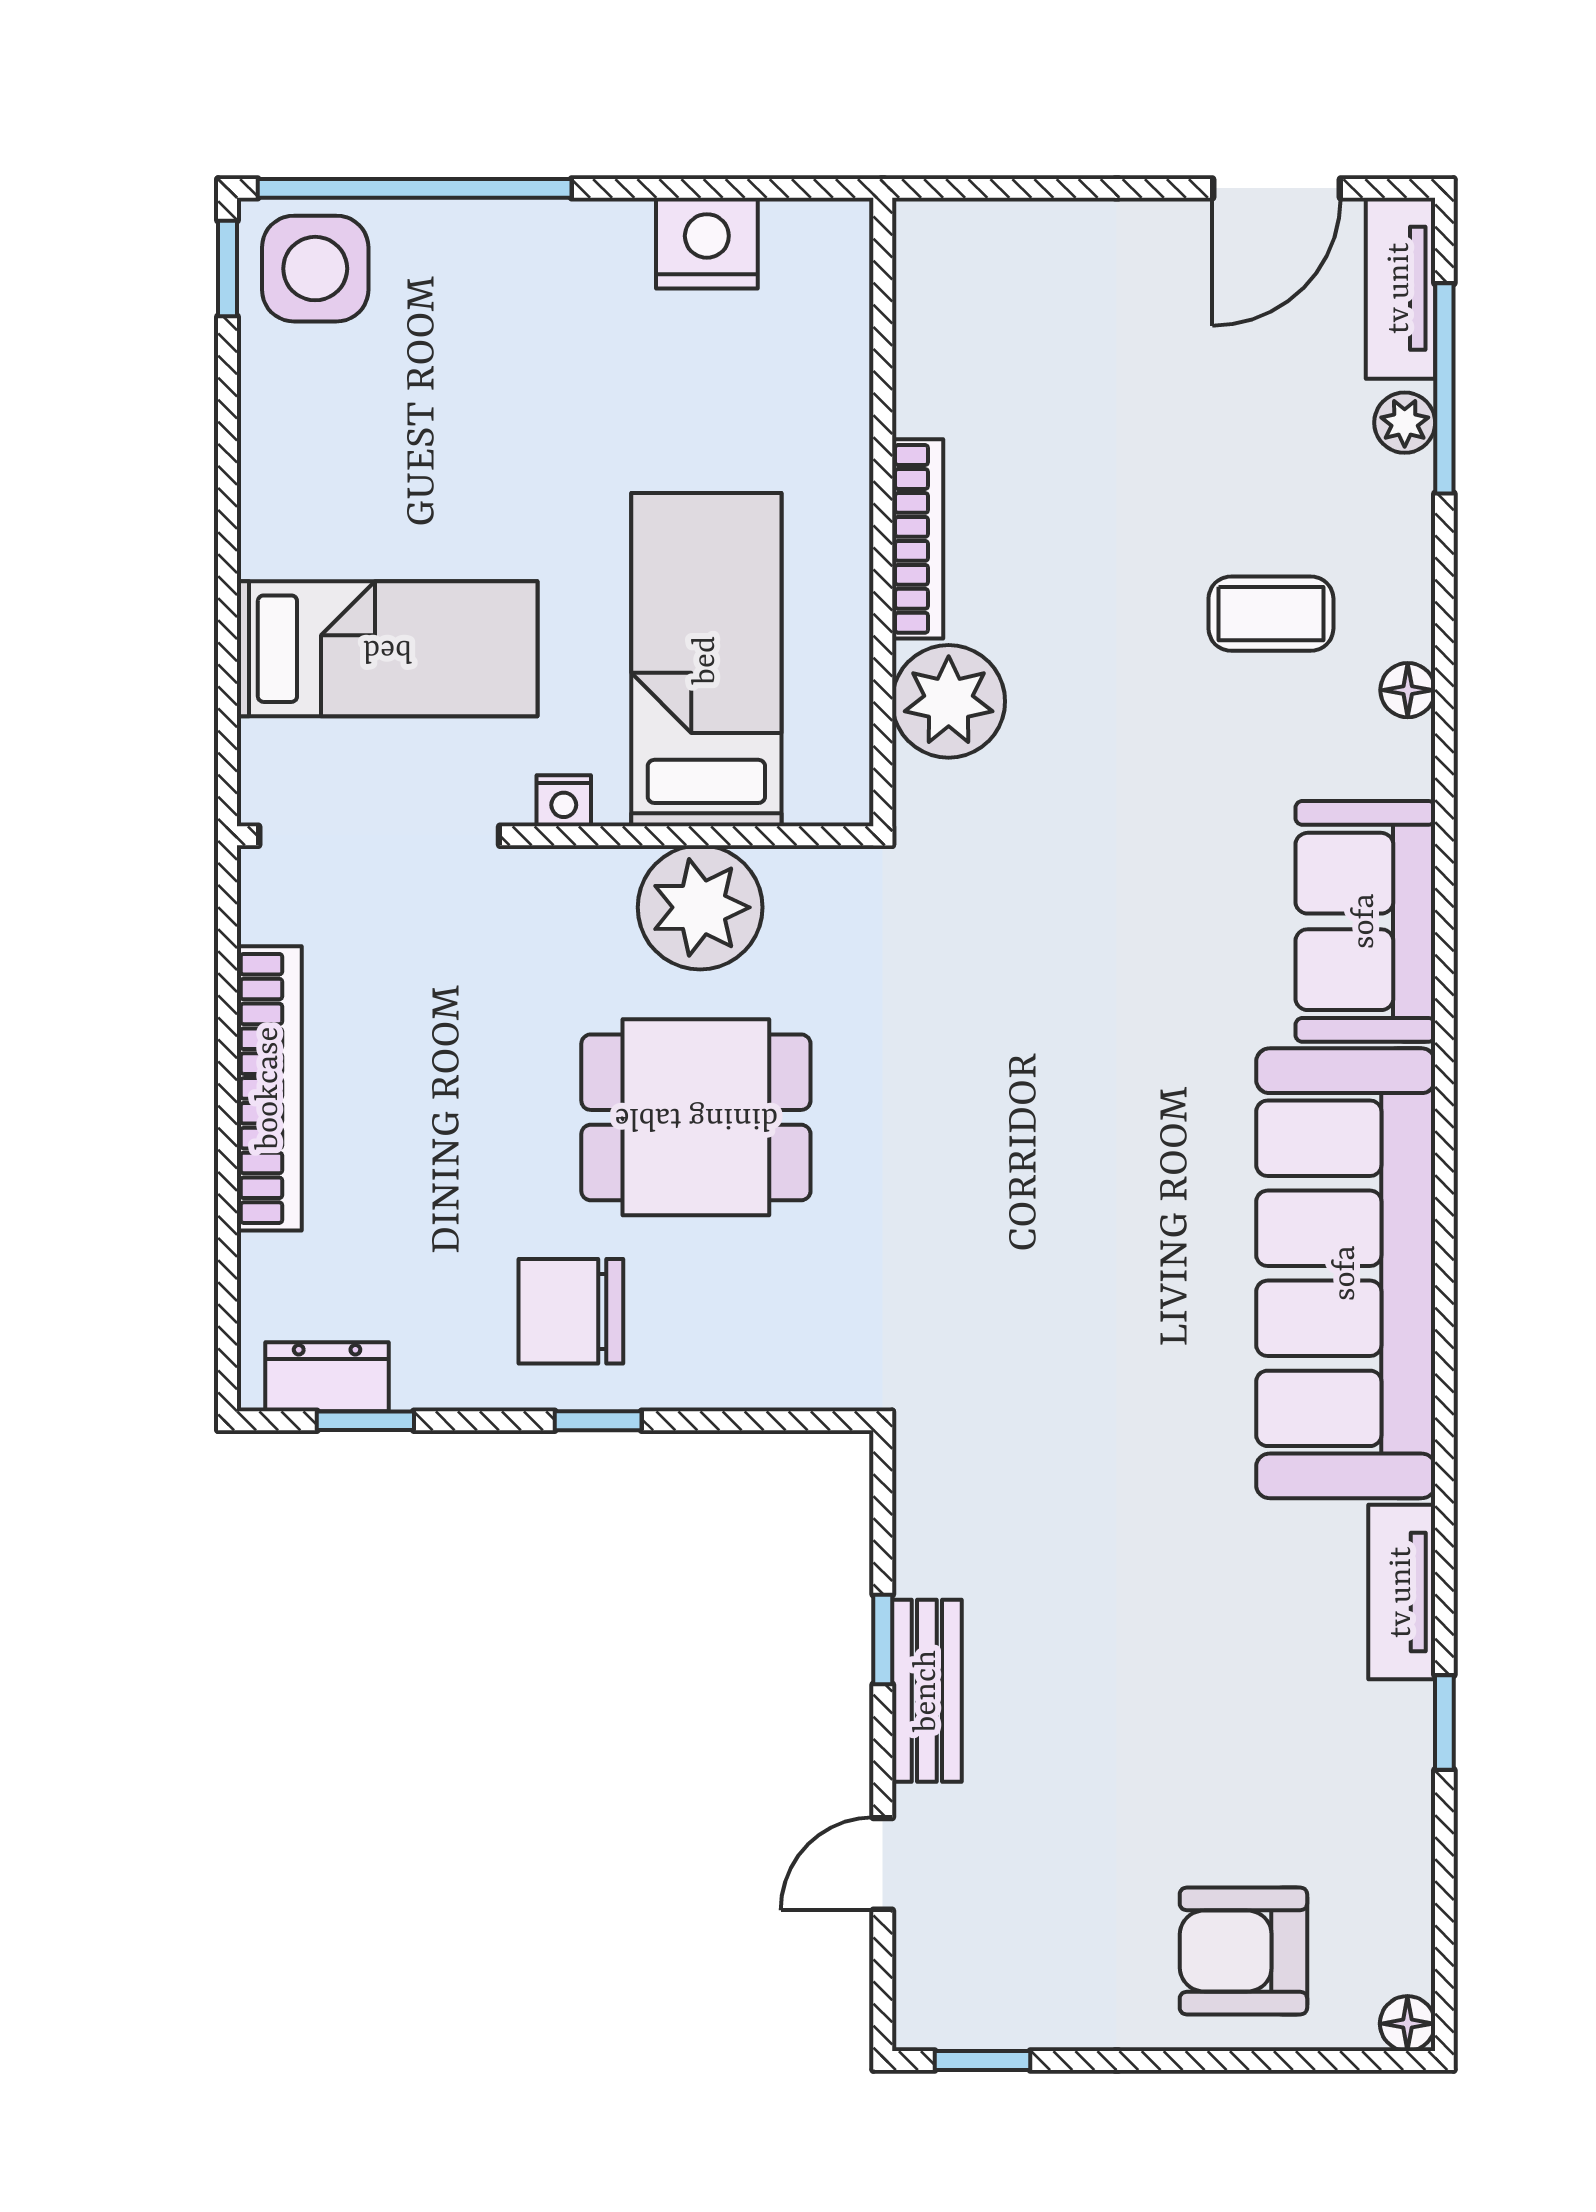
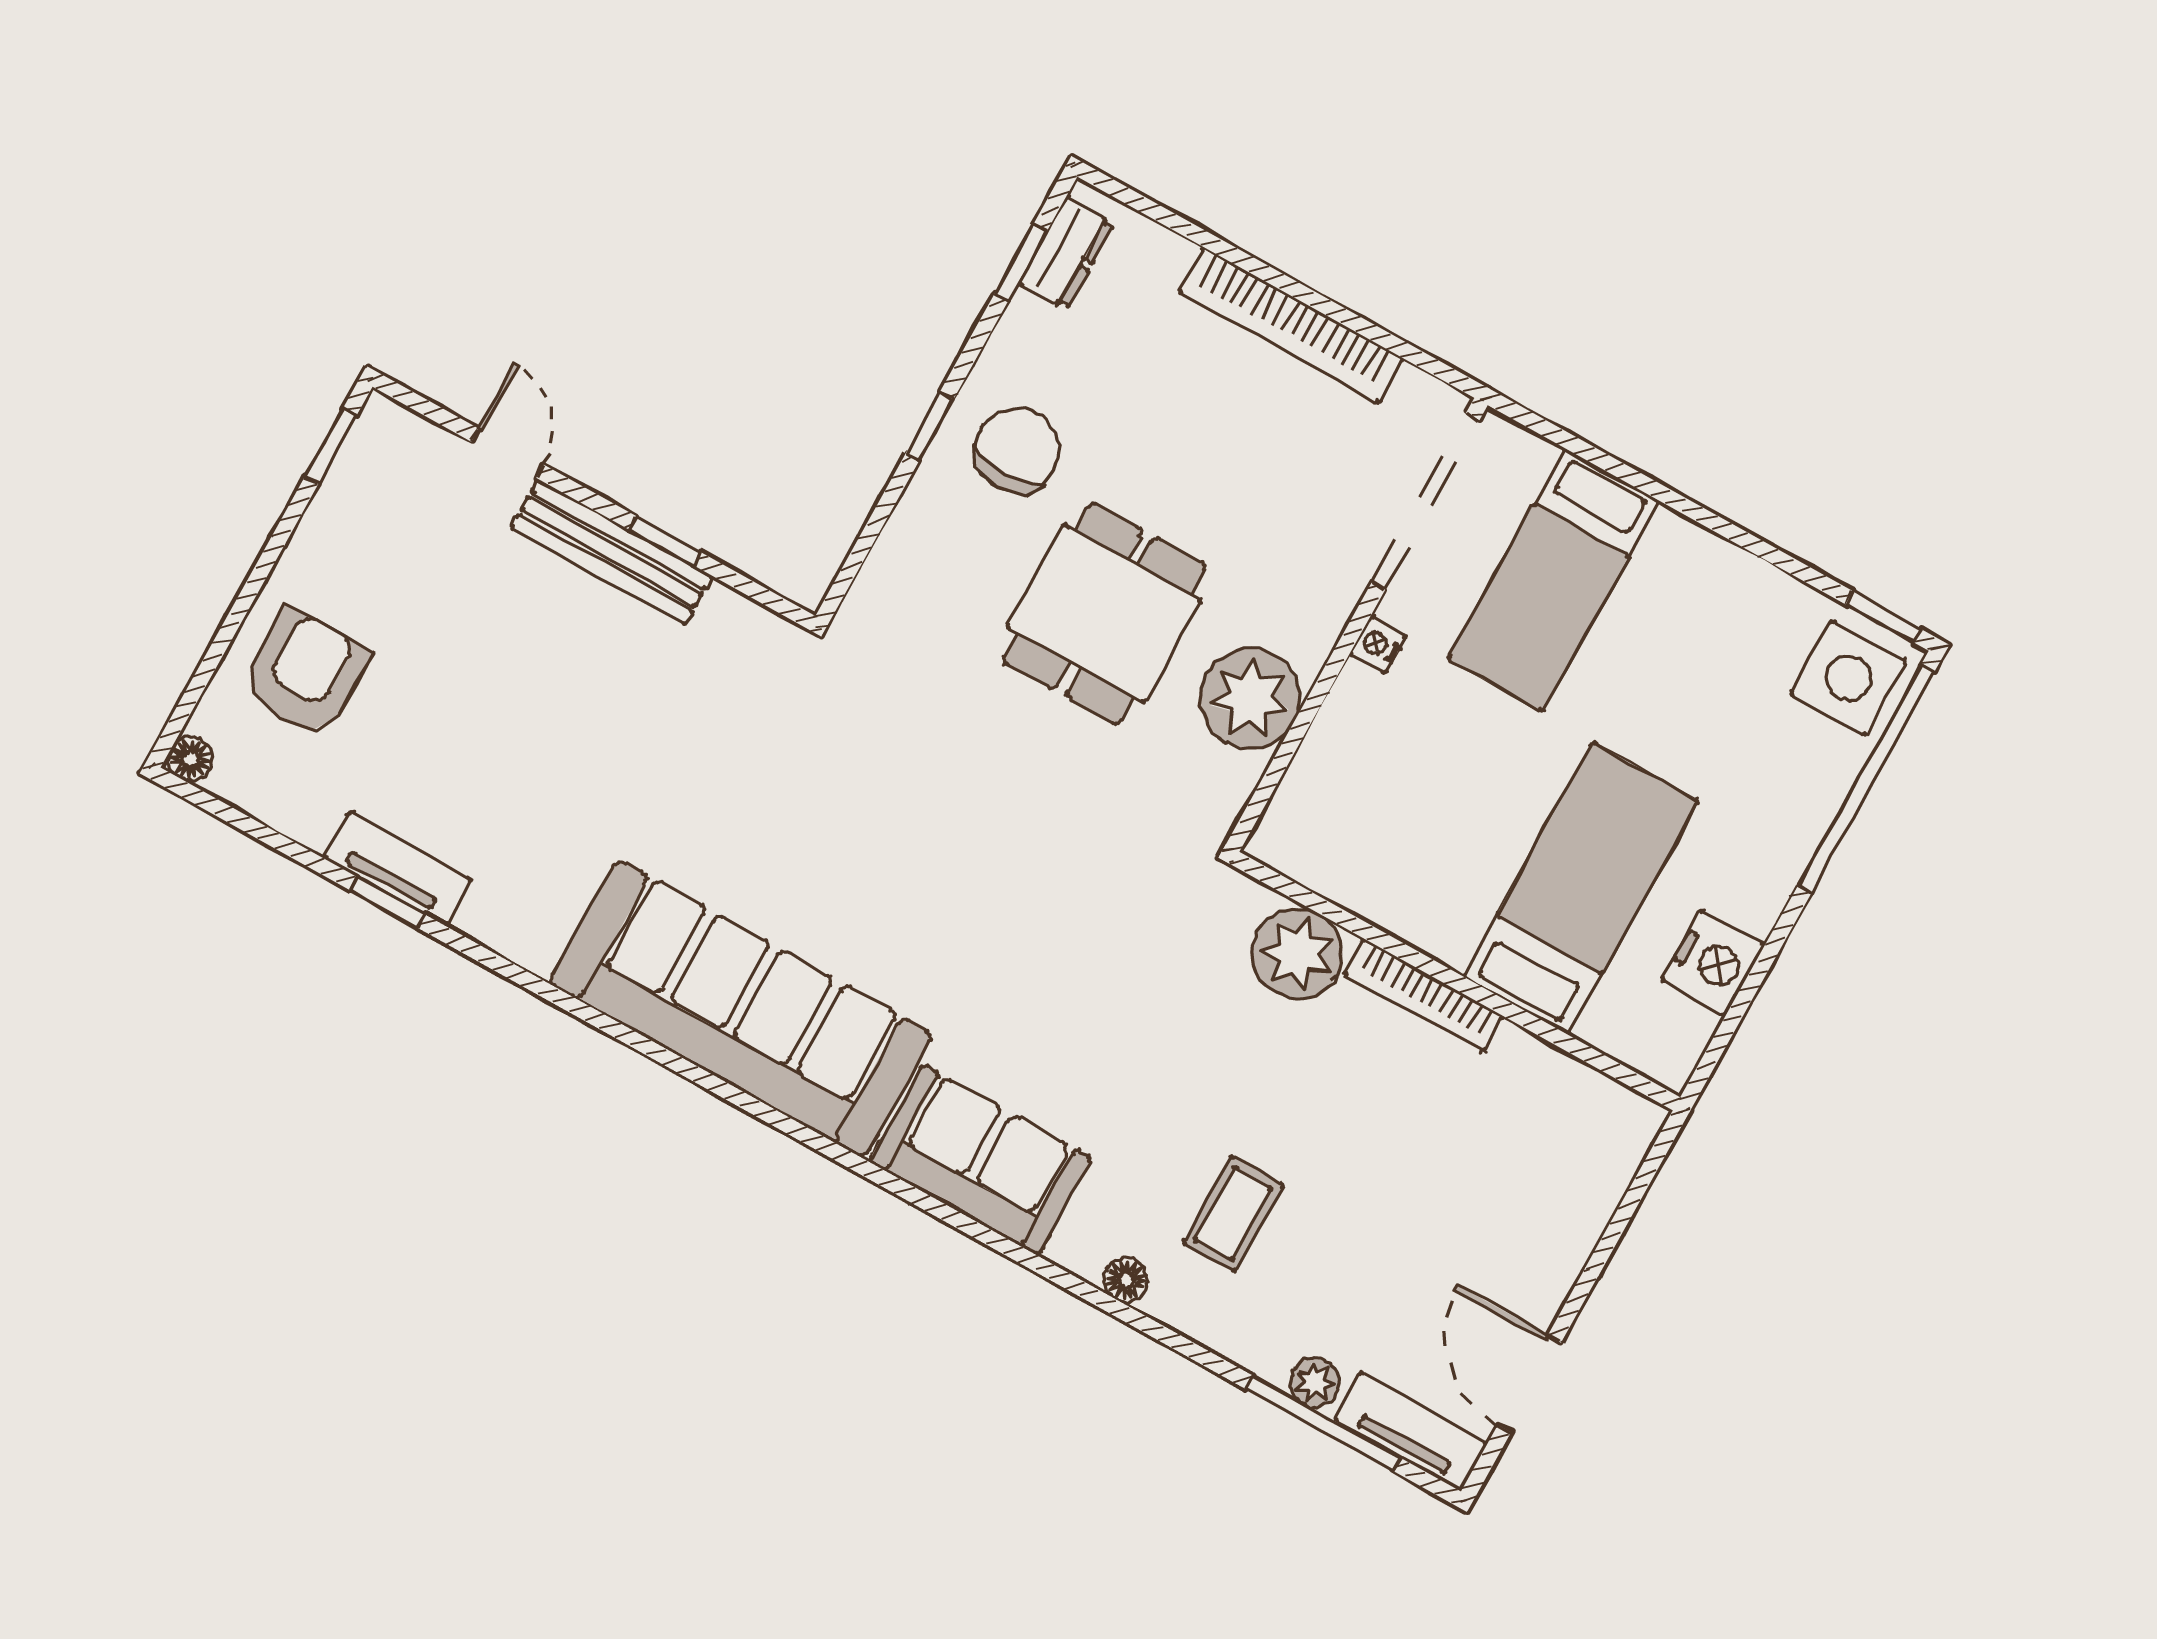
bed: (706, 660) -> (1580, 888), moved, turned -90
tv unit: (1402, 1592) -> (398, 869), moved
bench: (927, 1691) -> (612, 552), width x1.36

